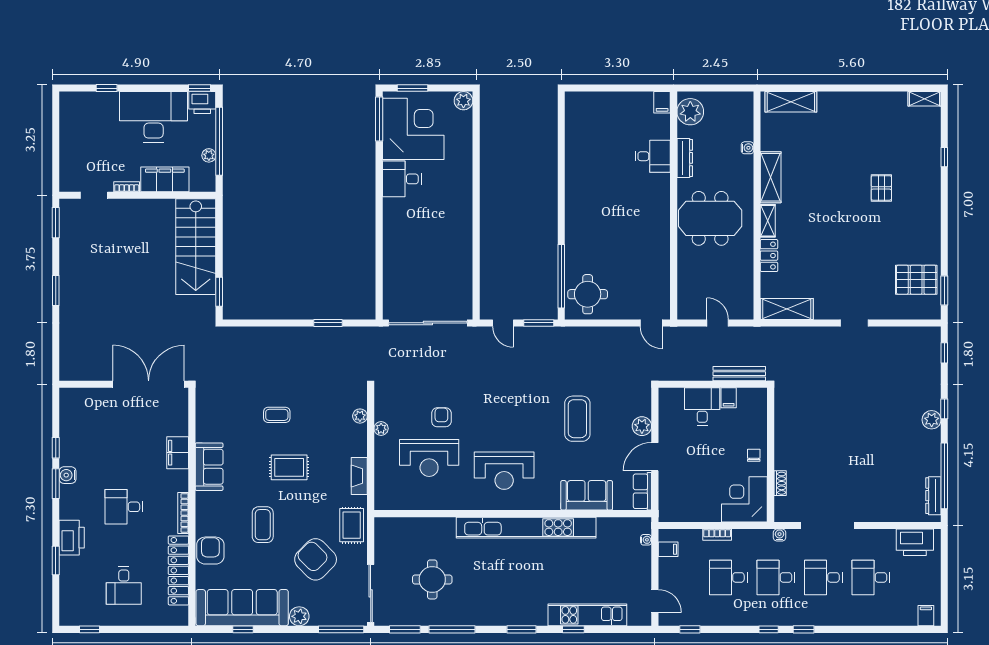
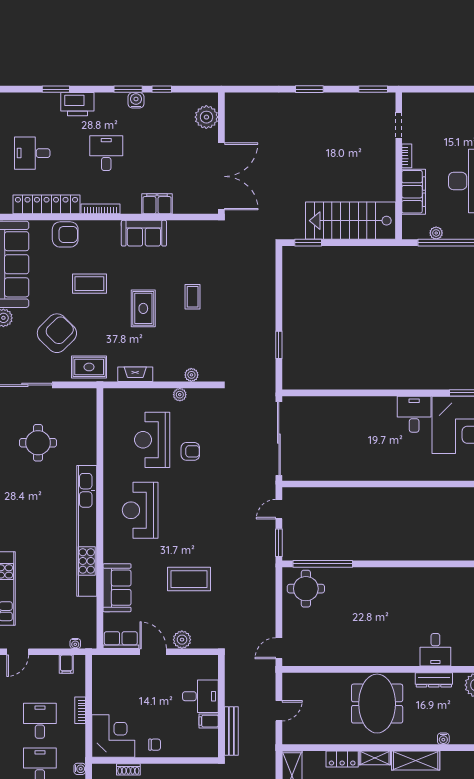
plant: (85, 400) -> (206, 117), added

